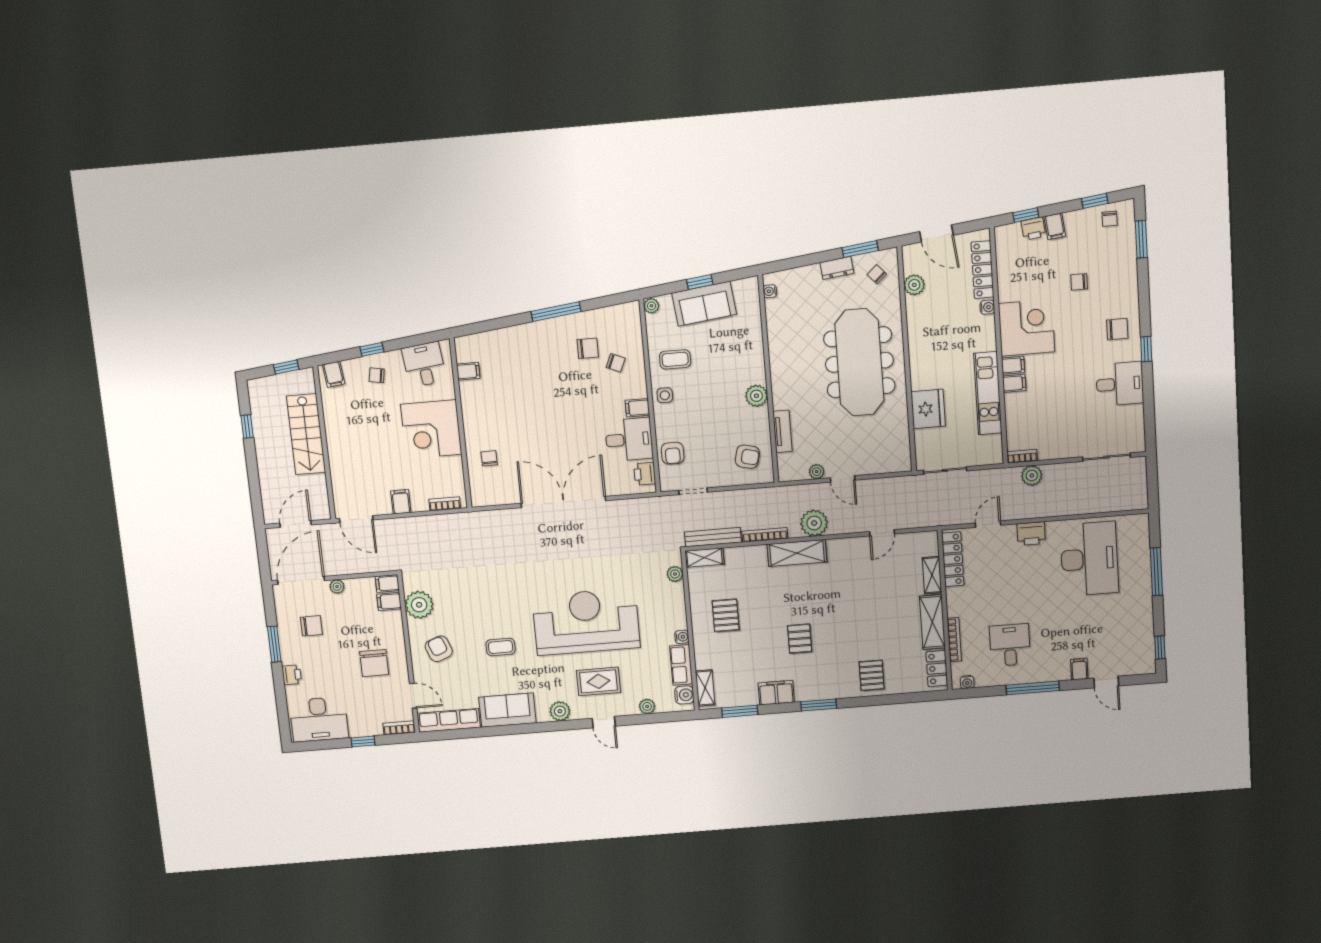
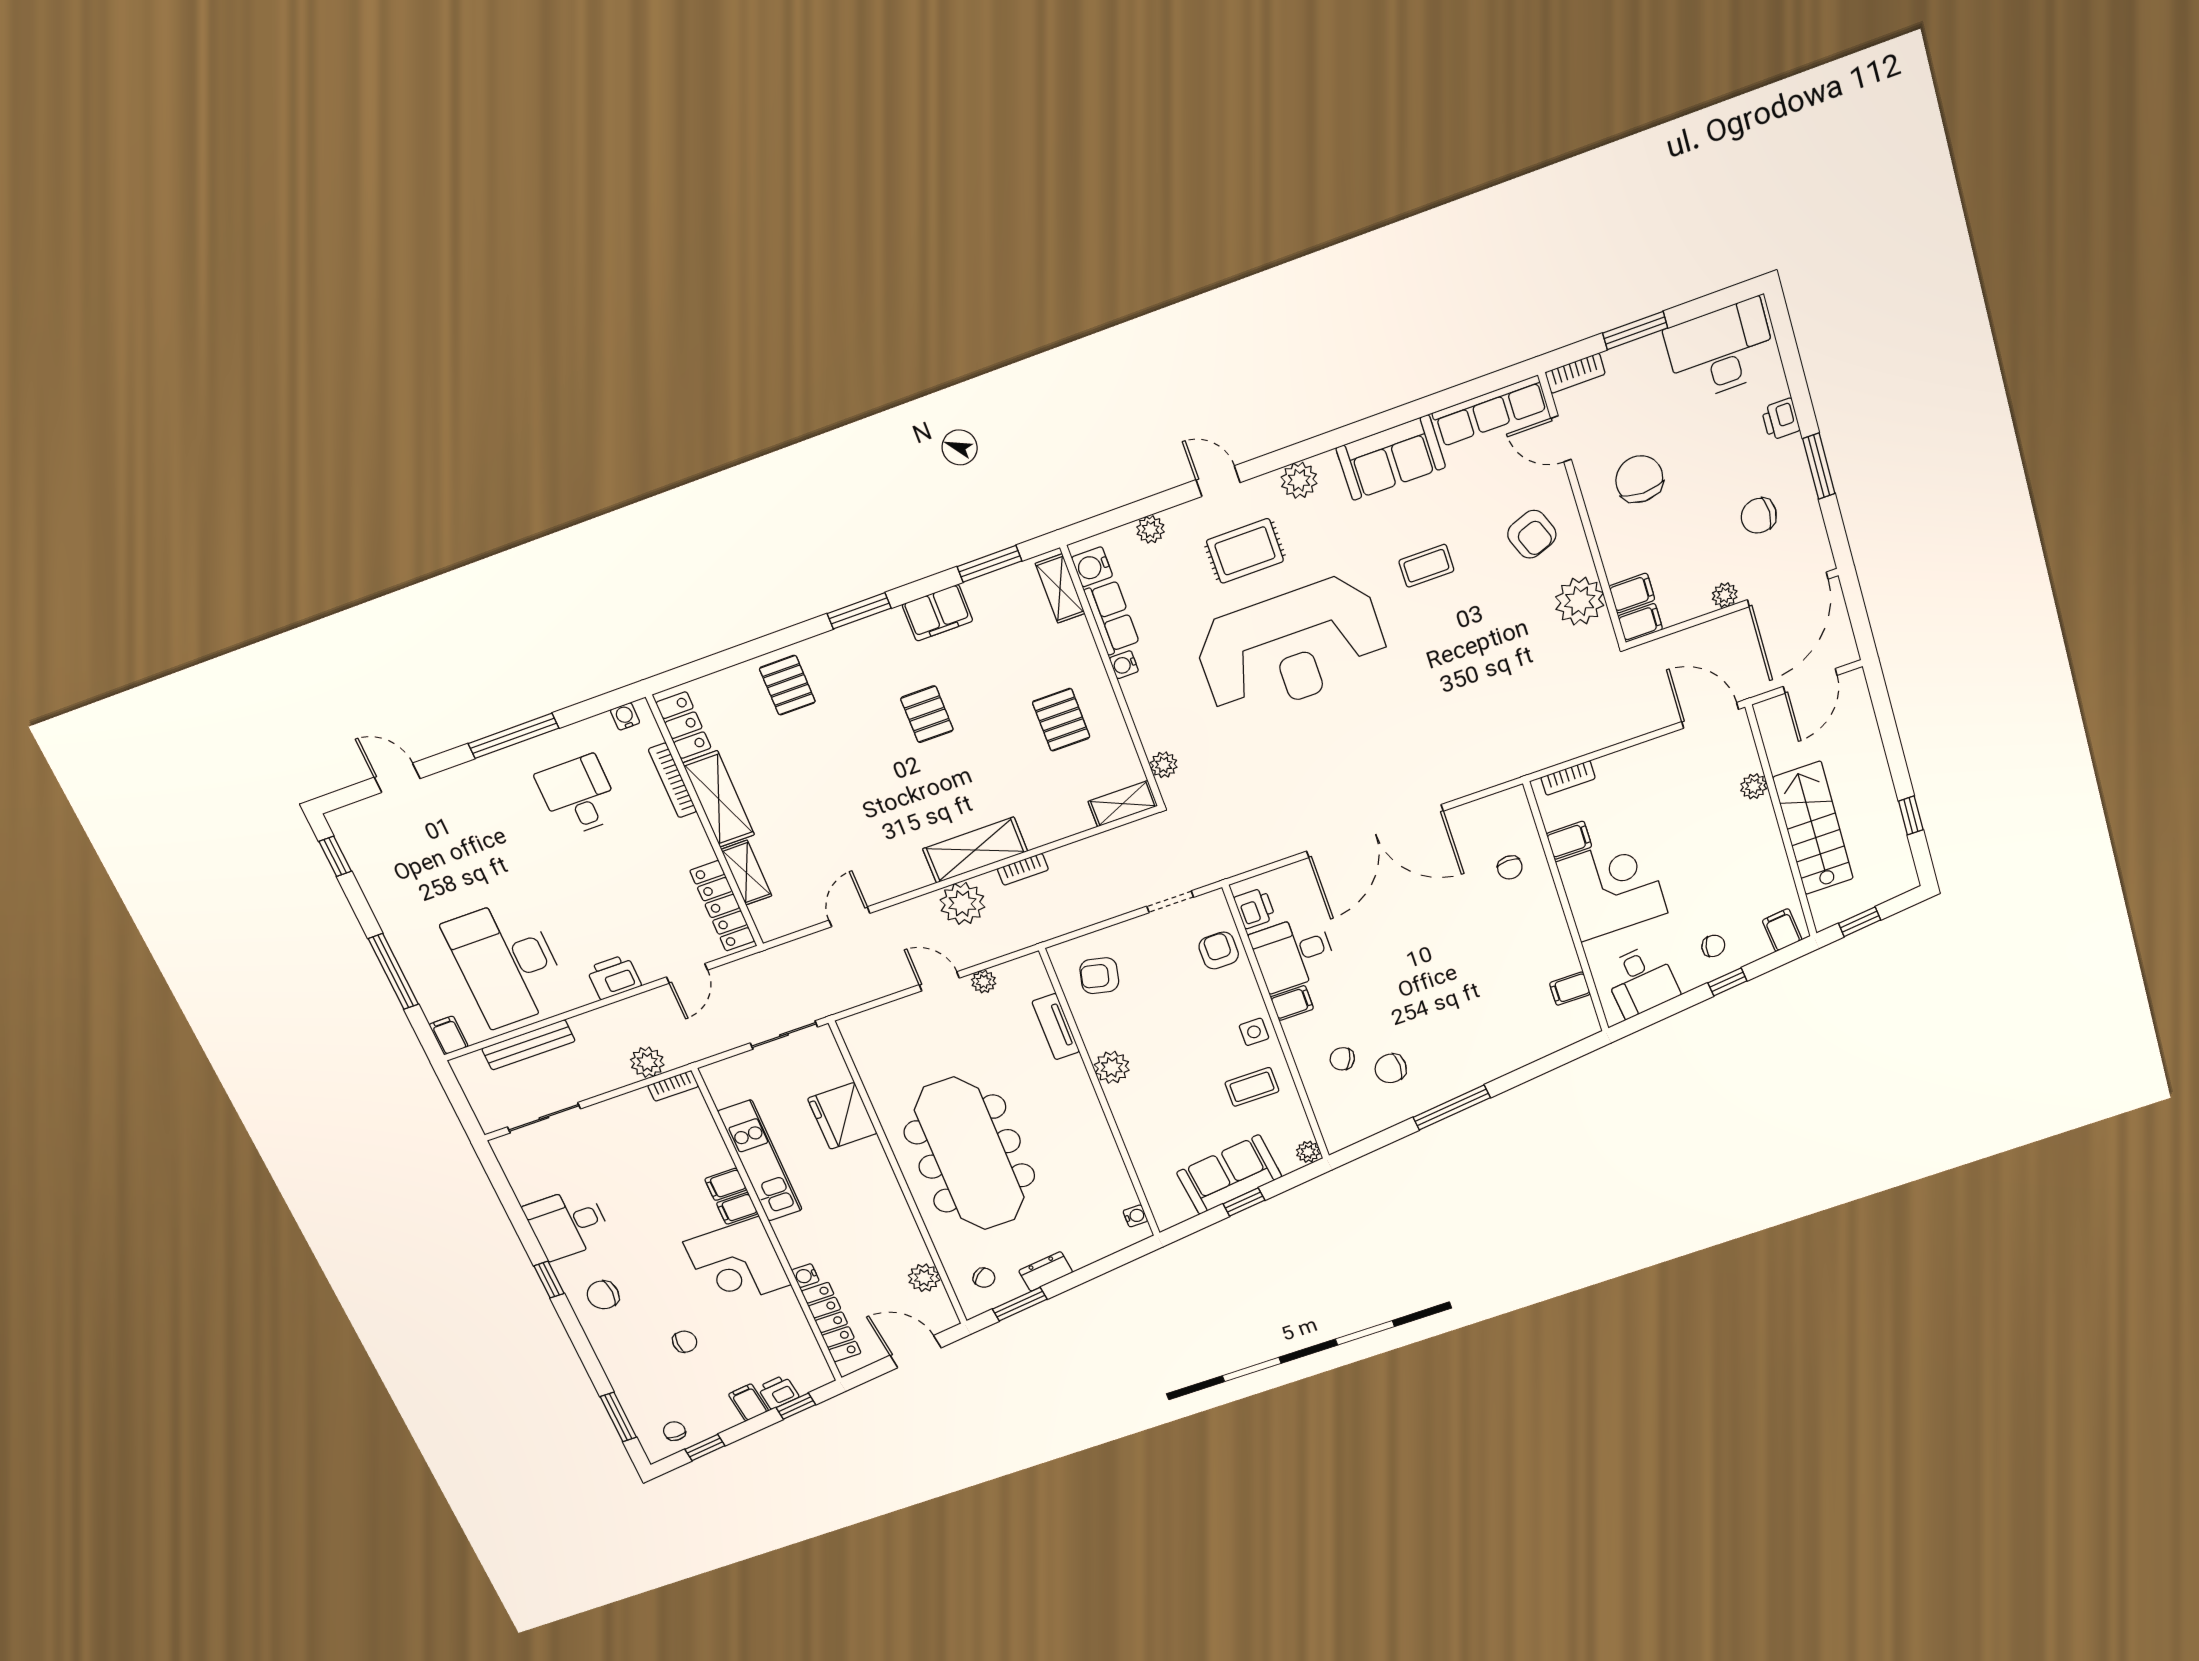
plant: (337, 470) -> (1754, 786), added
filing cabinet: (401, 502) -> (1569, 840), moved, turned -90
bookcase: (765, 535) -> (1023, 869), width x0.64
bench: (713, 537) -> (528, 1045), moved
desk: (1010, 645) -> (579, 796), turned 180
filing cabinet: (1079, 669) -> (449, 1035), moved, turned 180
window: (363, 741) -> (1635, 330), width x1.50

